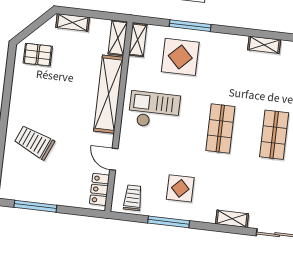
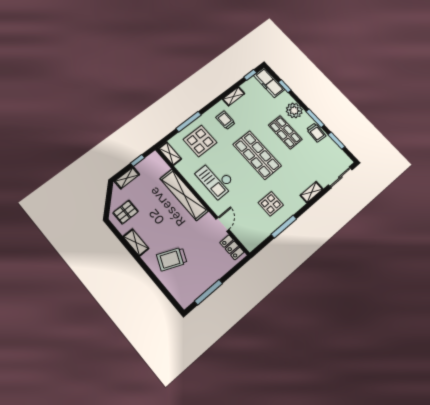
window: (100, 15) -> (138, 160), added
shelving: (118, 38) -> (136, 243), moved
checkout: (154, 110) -> (216, 179), turned -90
shop shelf: (220, 129) -> (257, 155), width x1.43, depth x1.36
door: (114, 159) -> (222, 224), swing flipped
trolley: (133, 198) -> (225, 120), moved

